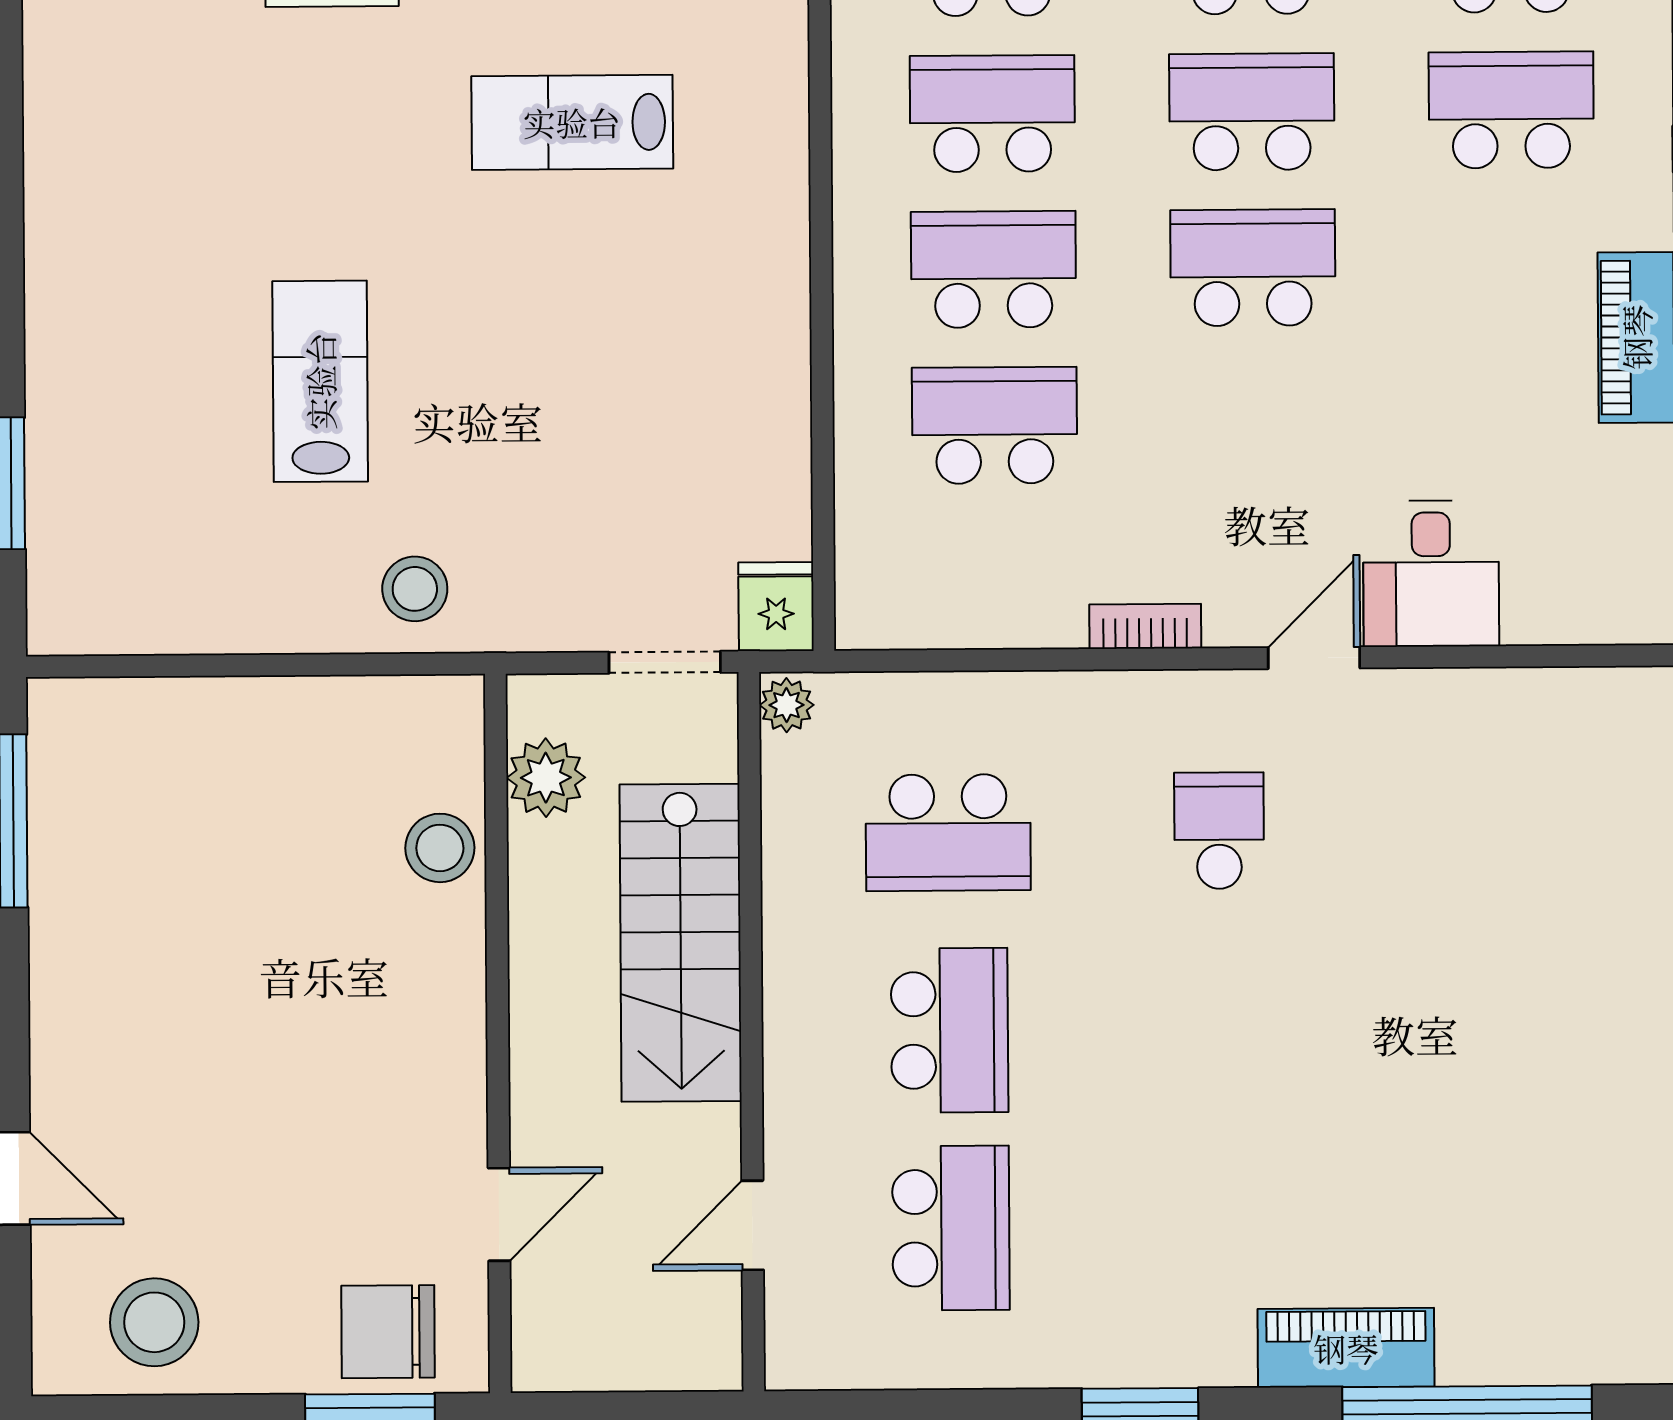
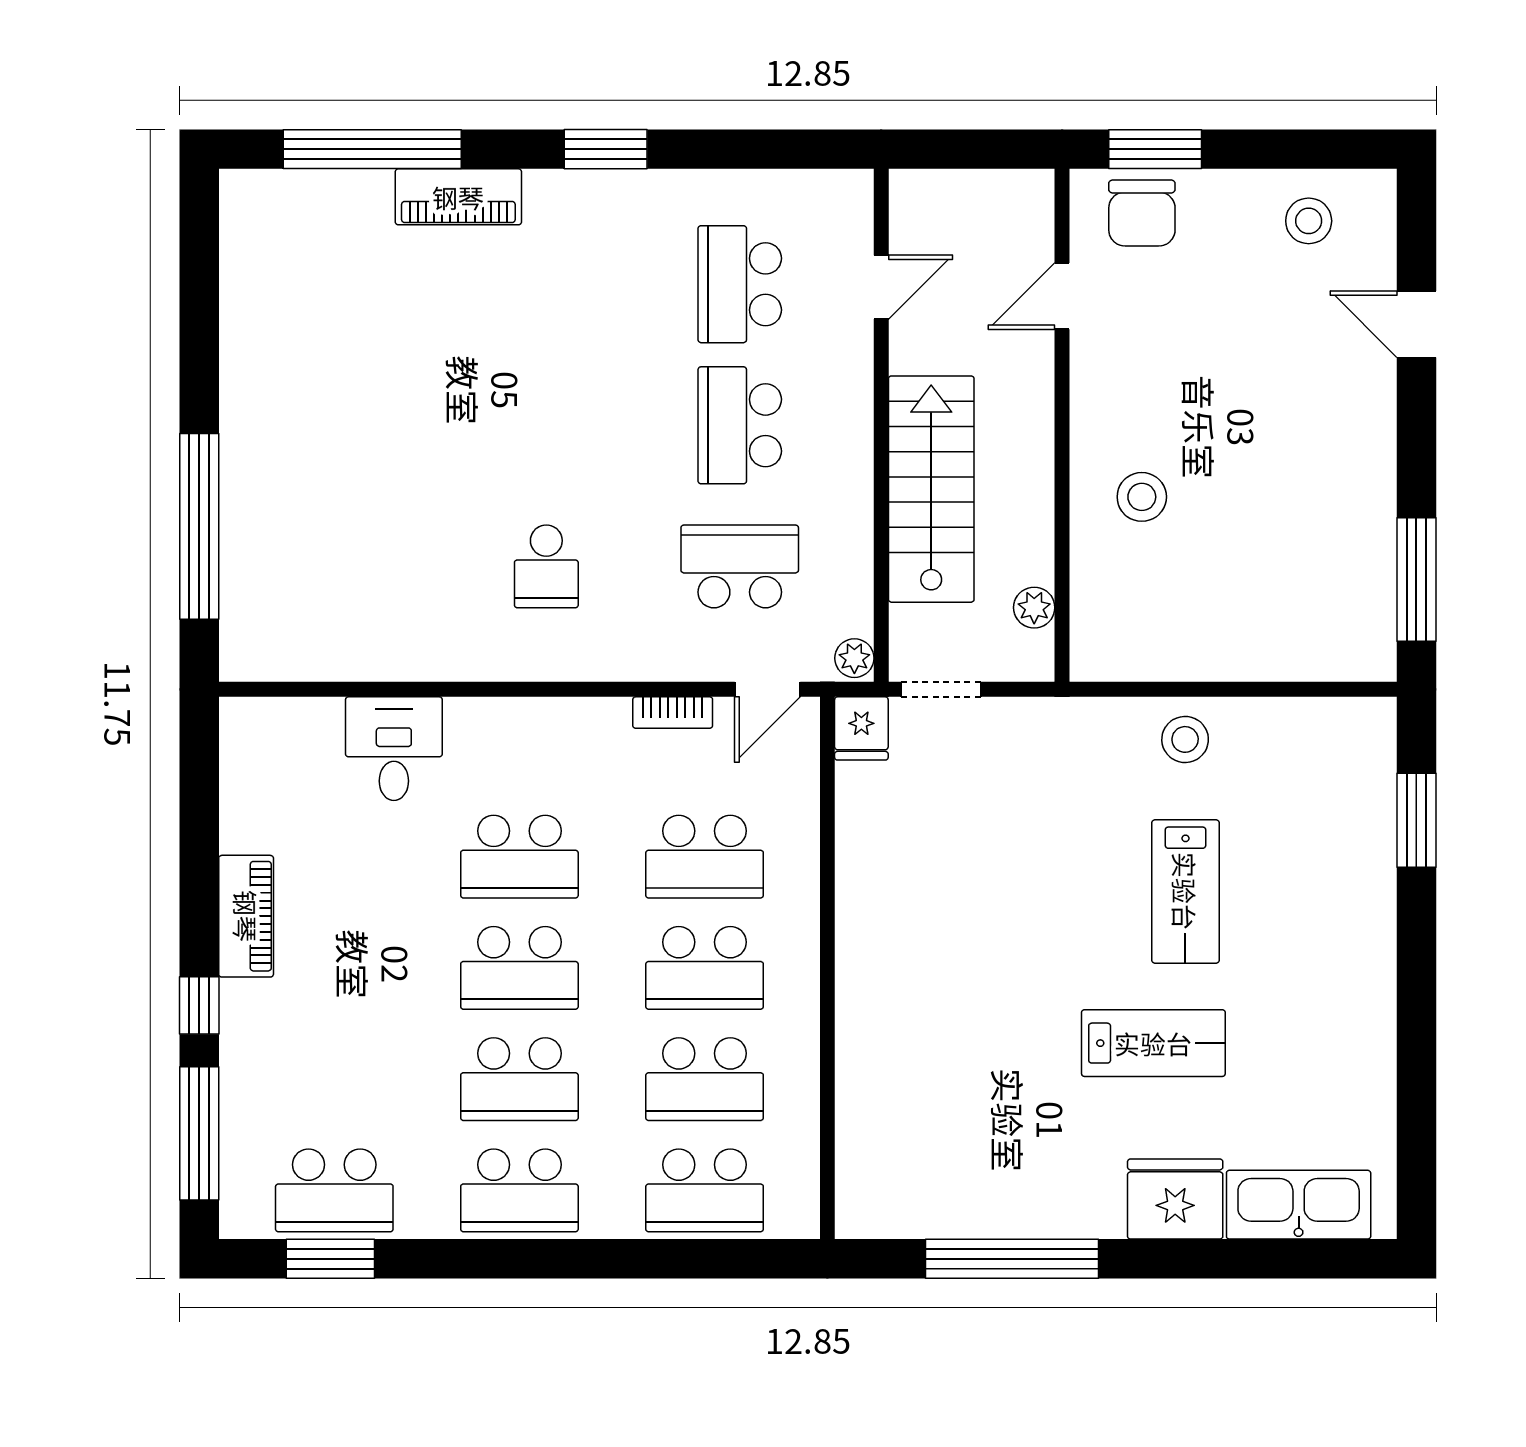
school desk: (1511, 110) -> (519, 857), moved
lab bench: (572, 122) -> (1153, 1043), moved
stool: (415, 589) -> (1185, 739), moved
bookcase: (1145, 626) -> (673, 713), moved
door: (1314, 658) -> (768, 689), moved
plant: (546, 778) -> (1034, 608), width x0.73, depth x0.73
stool: (440, 848) -> (1142, 497), moved
stool: (154, 1322) -> (1309, 221), width x0.73, depth x0.73
chair: (388, 1332) -> (1142, 213), turned 90

